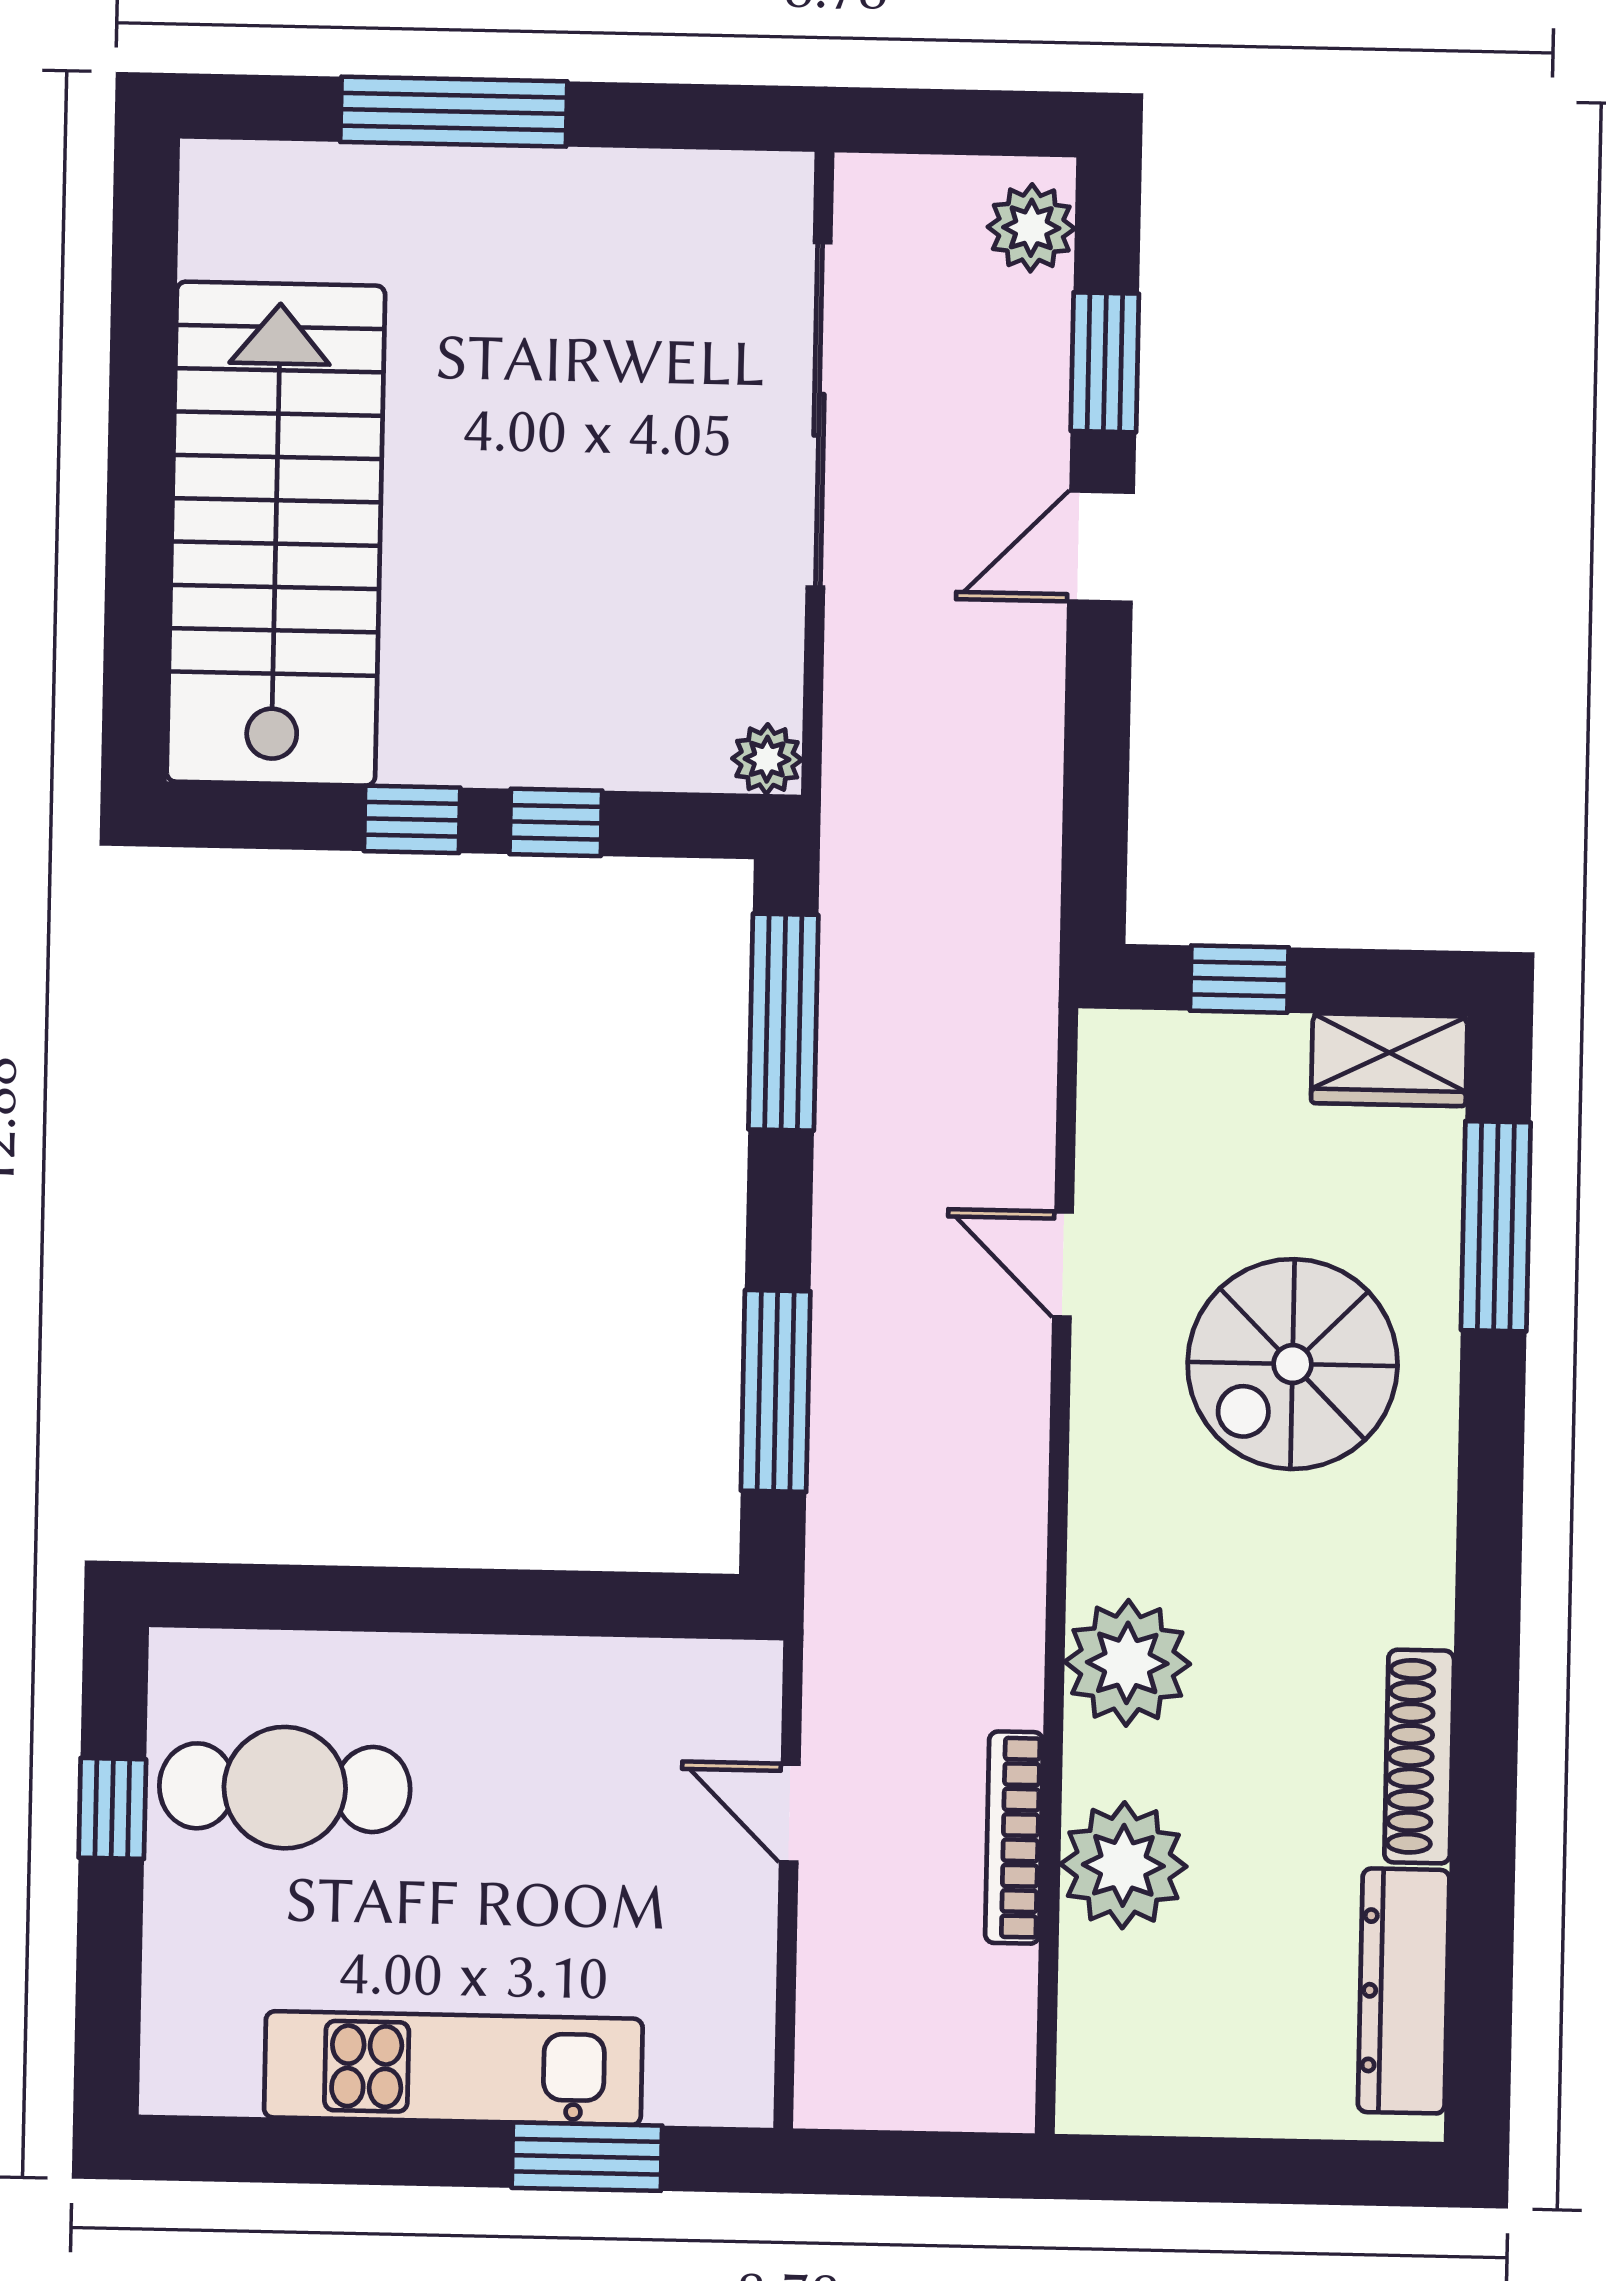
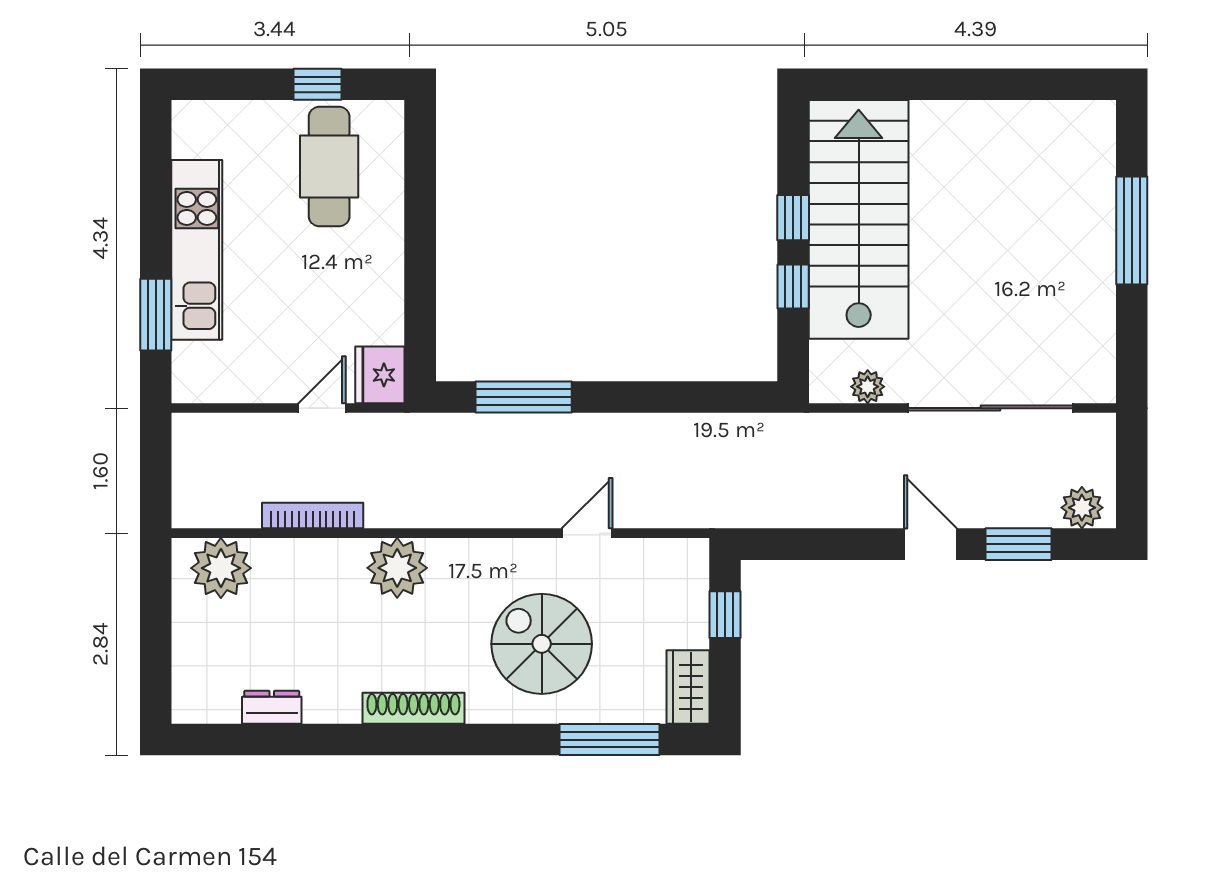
stairs: (276, 534) -> (859, 219), moved, turned -90
plant: (767, 759) -> (868, 387), moved
window: (783, 1022) -> (700, 397), removed
fridge: (723, 1690) -> (380, 375), added
shoe rack: (1419, 1757) -> (413, 708), moved
plant: (1123, 1865) -> (221, 568), moved
dresser: (1404, 1991) -> (272, 707), width x0.51, depth x0.80

